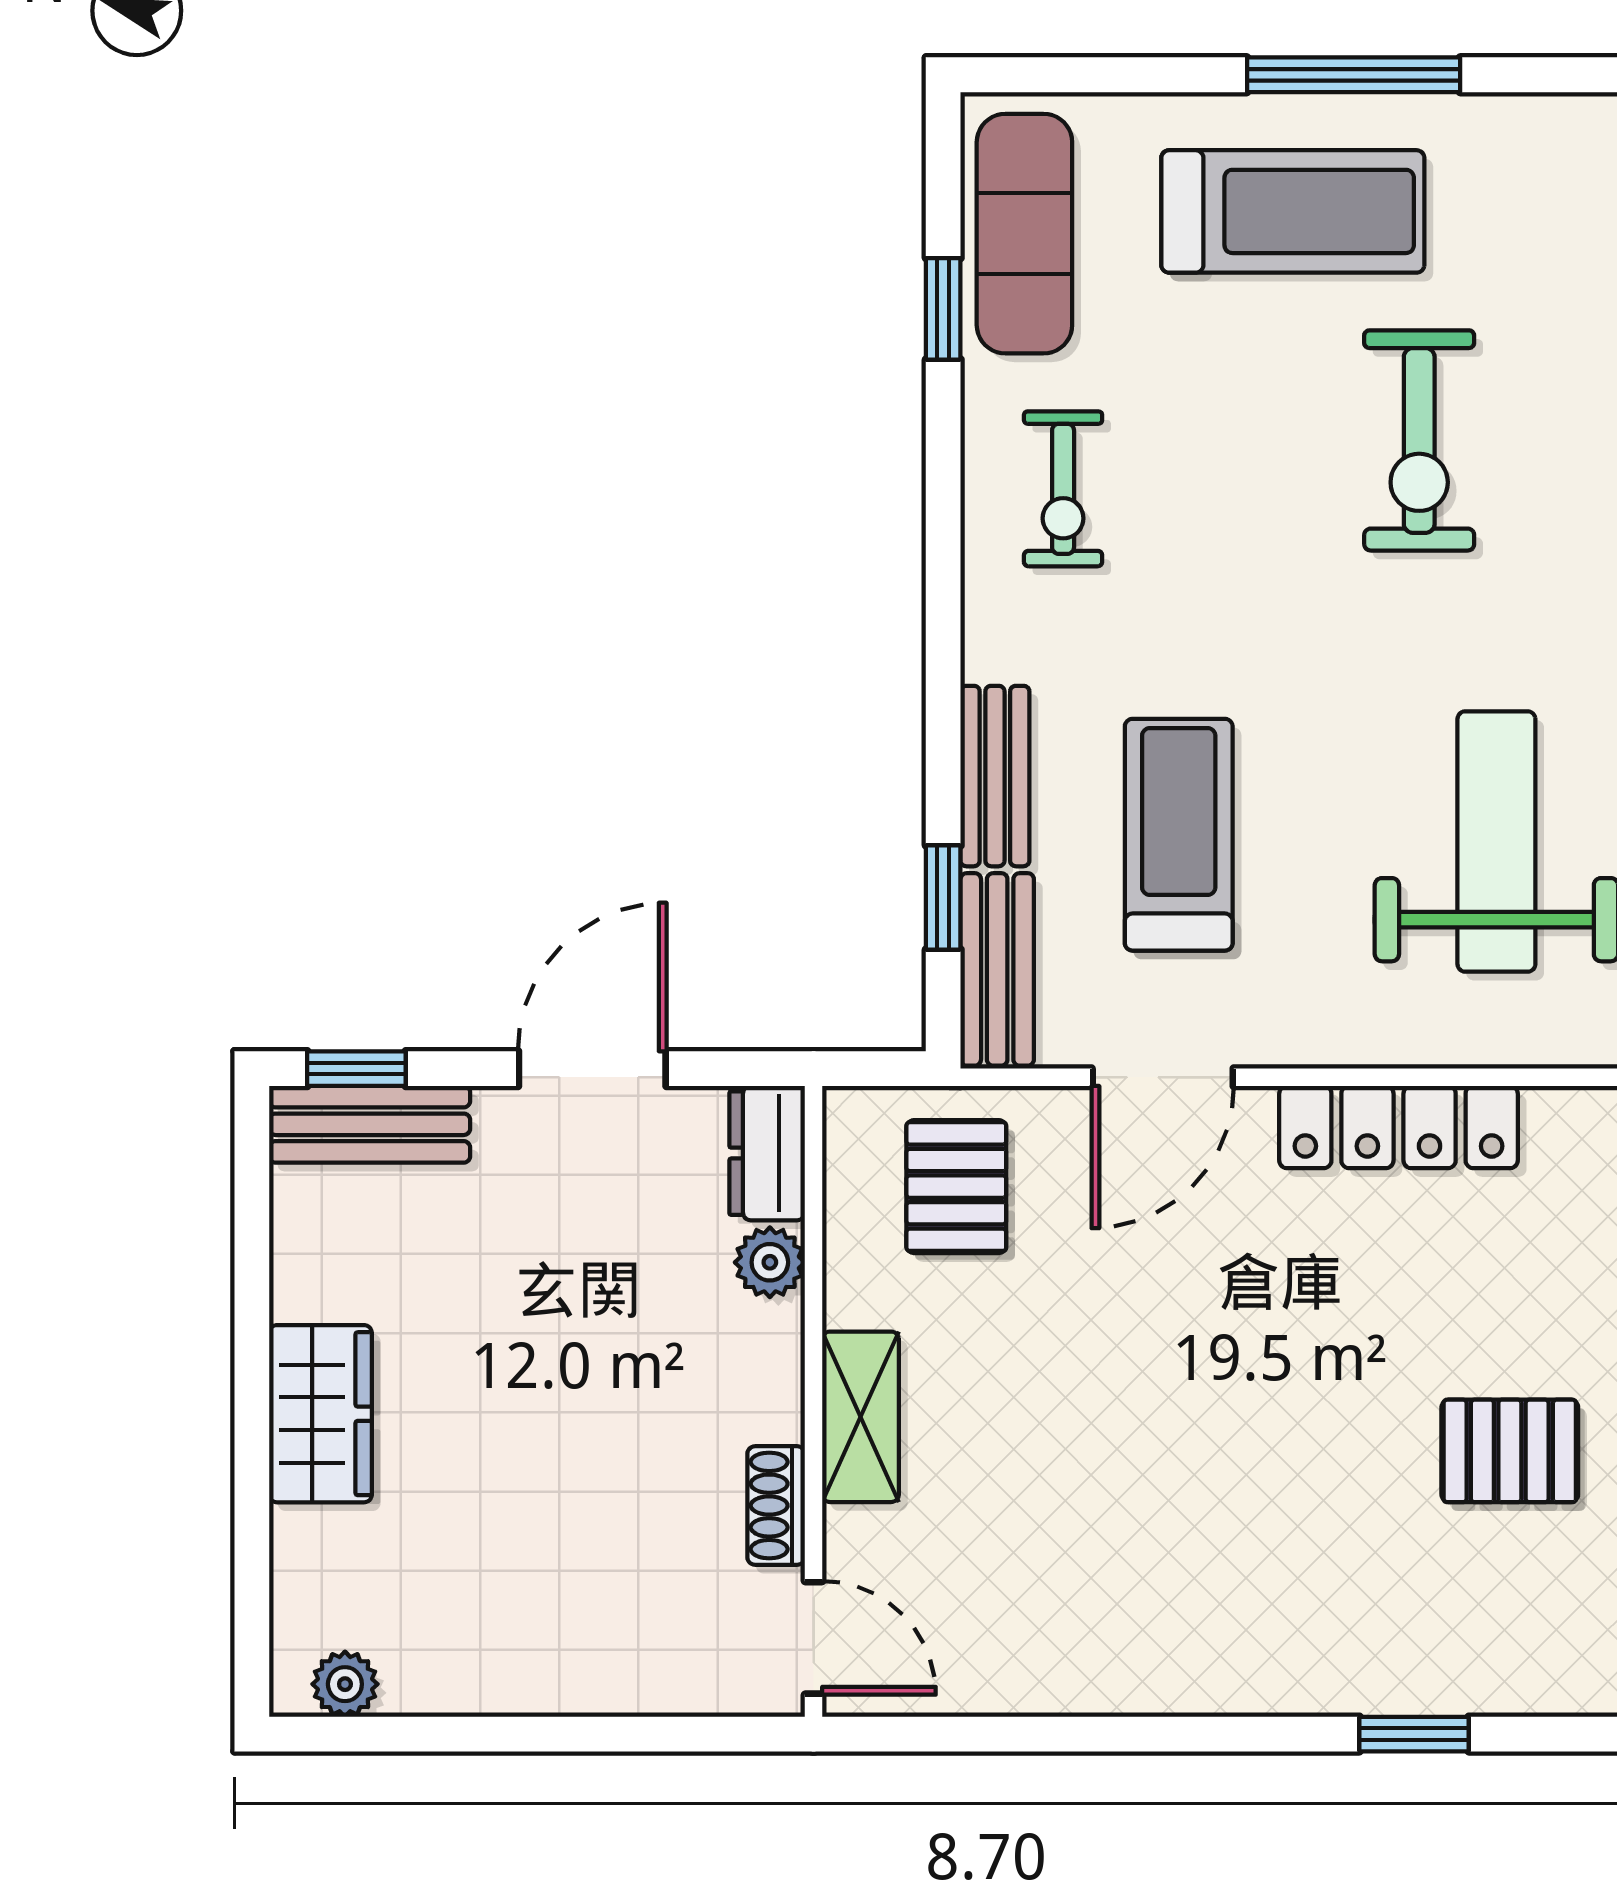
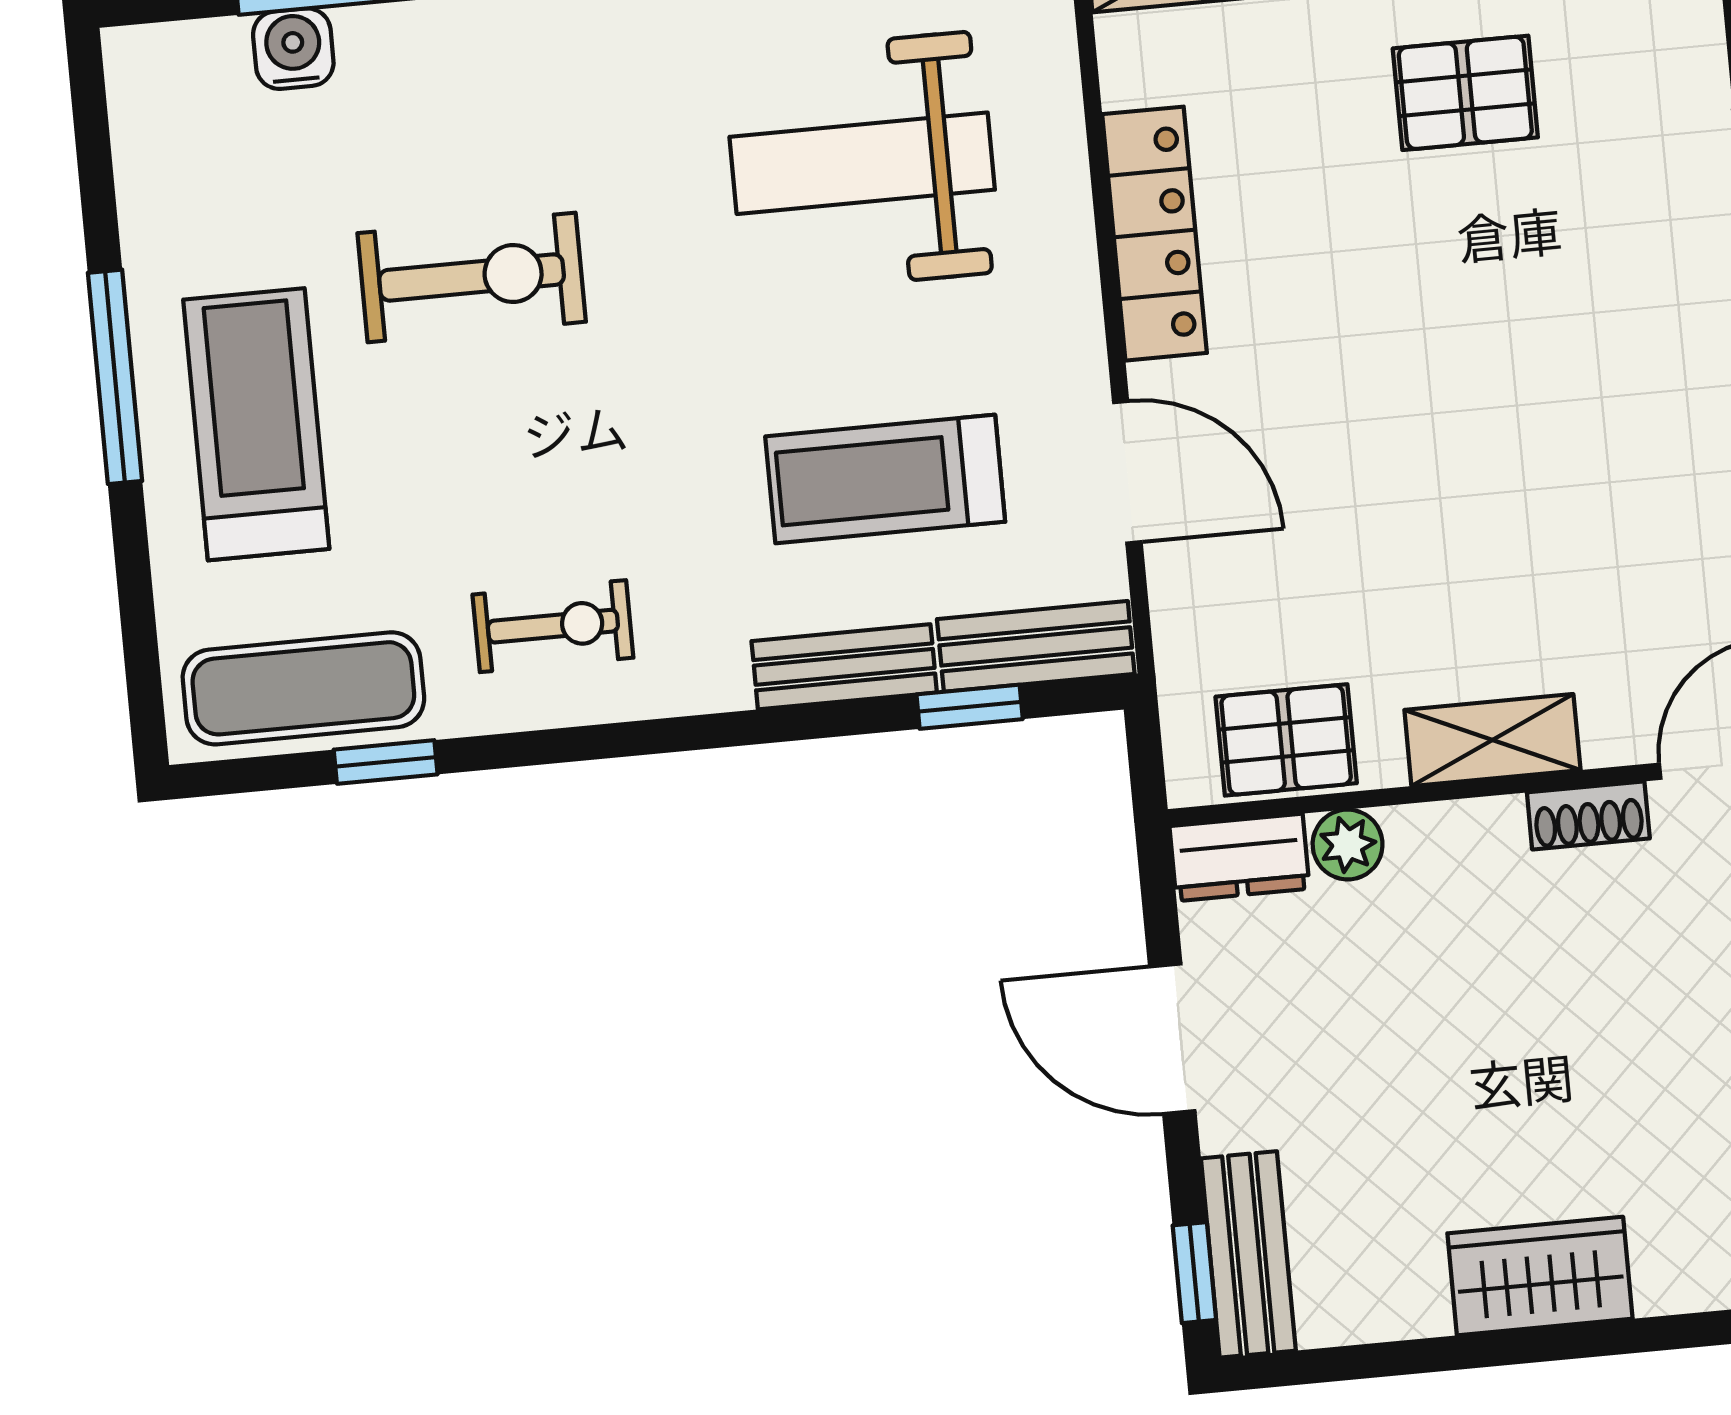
pallet: (956, 1187) -> (1286, 740), moved
pallet: (1510, 1451) -> (1465, 93), turned 90

